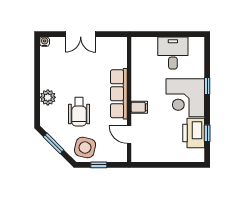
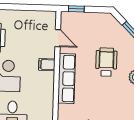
side table: (85, 147) -> (102, 27), removed
window: (99, 165) -> (76, 9), moved

